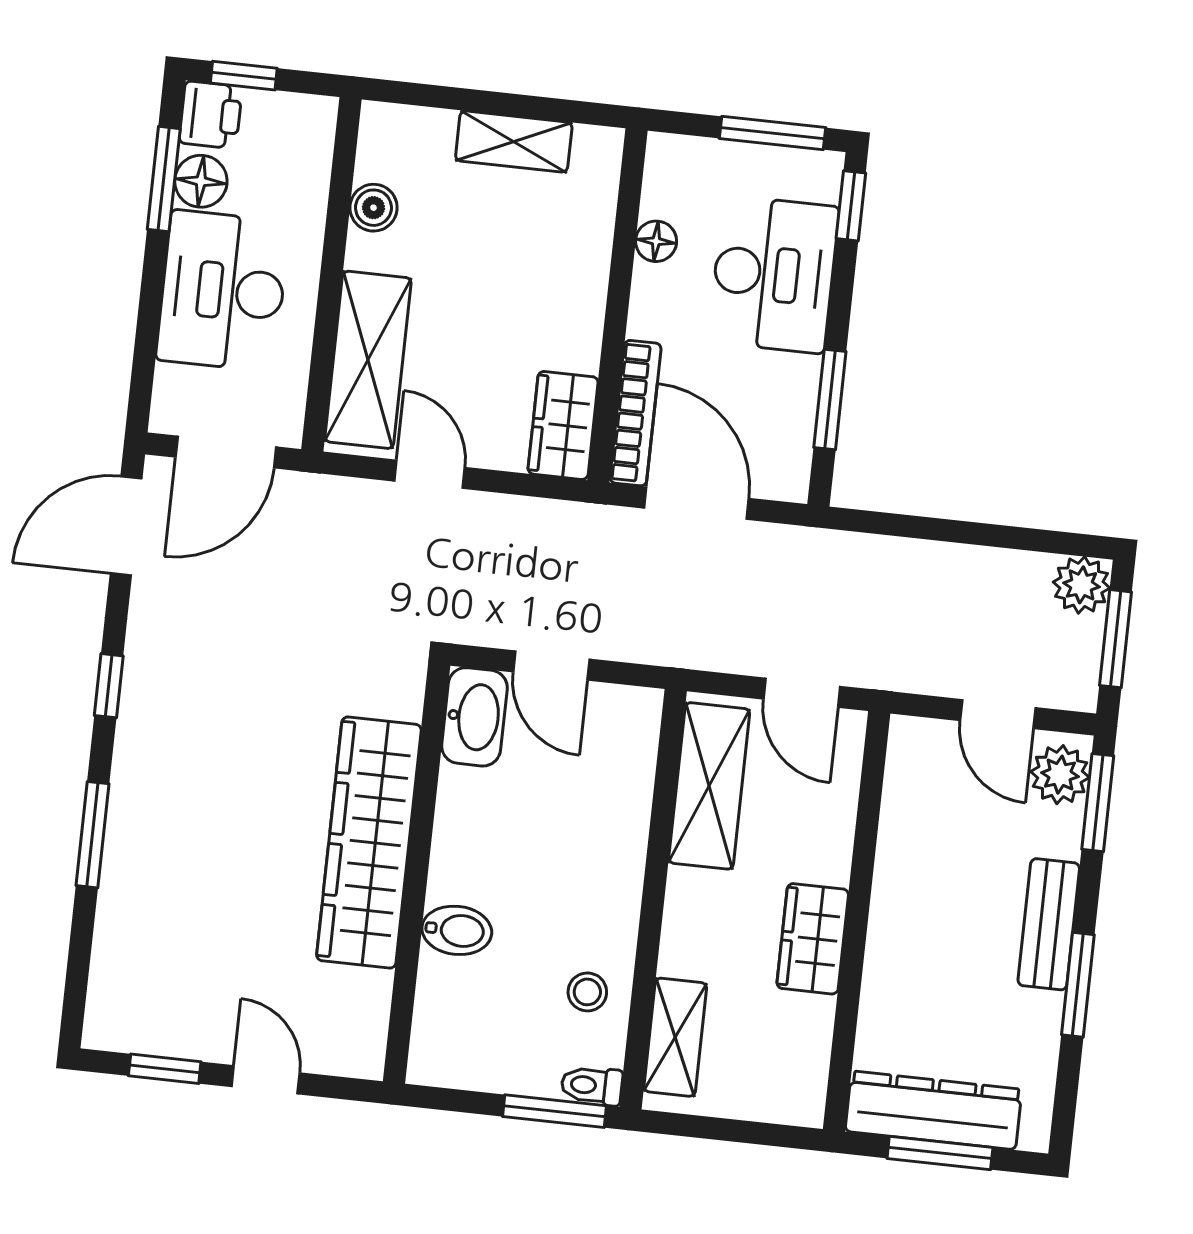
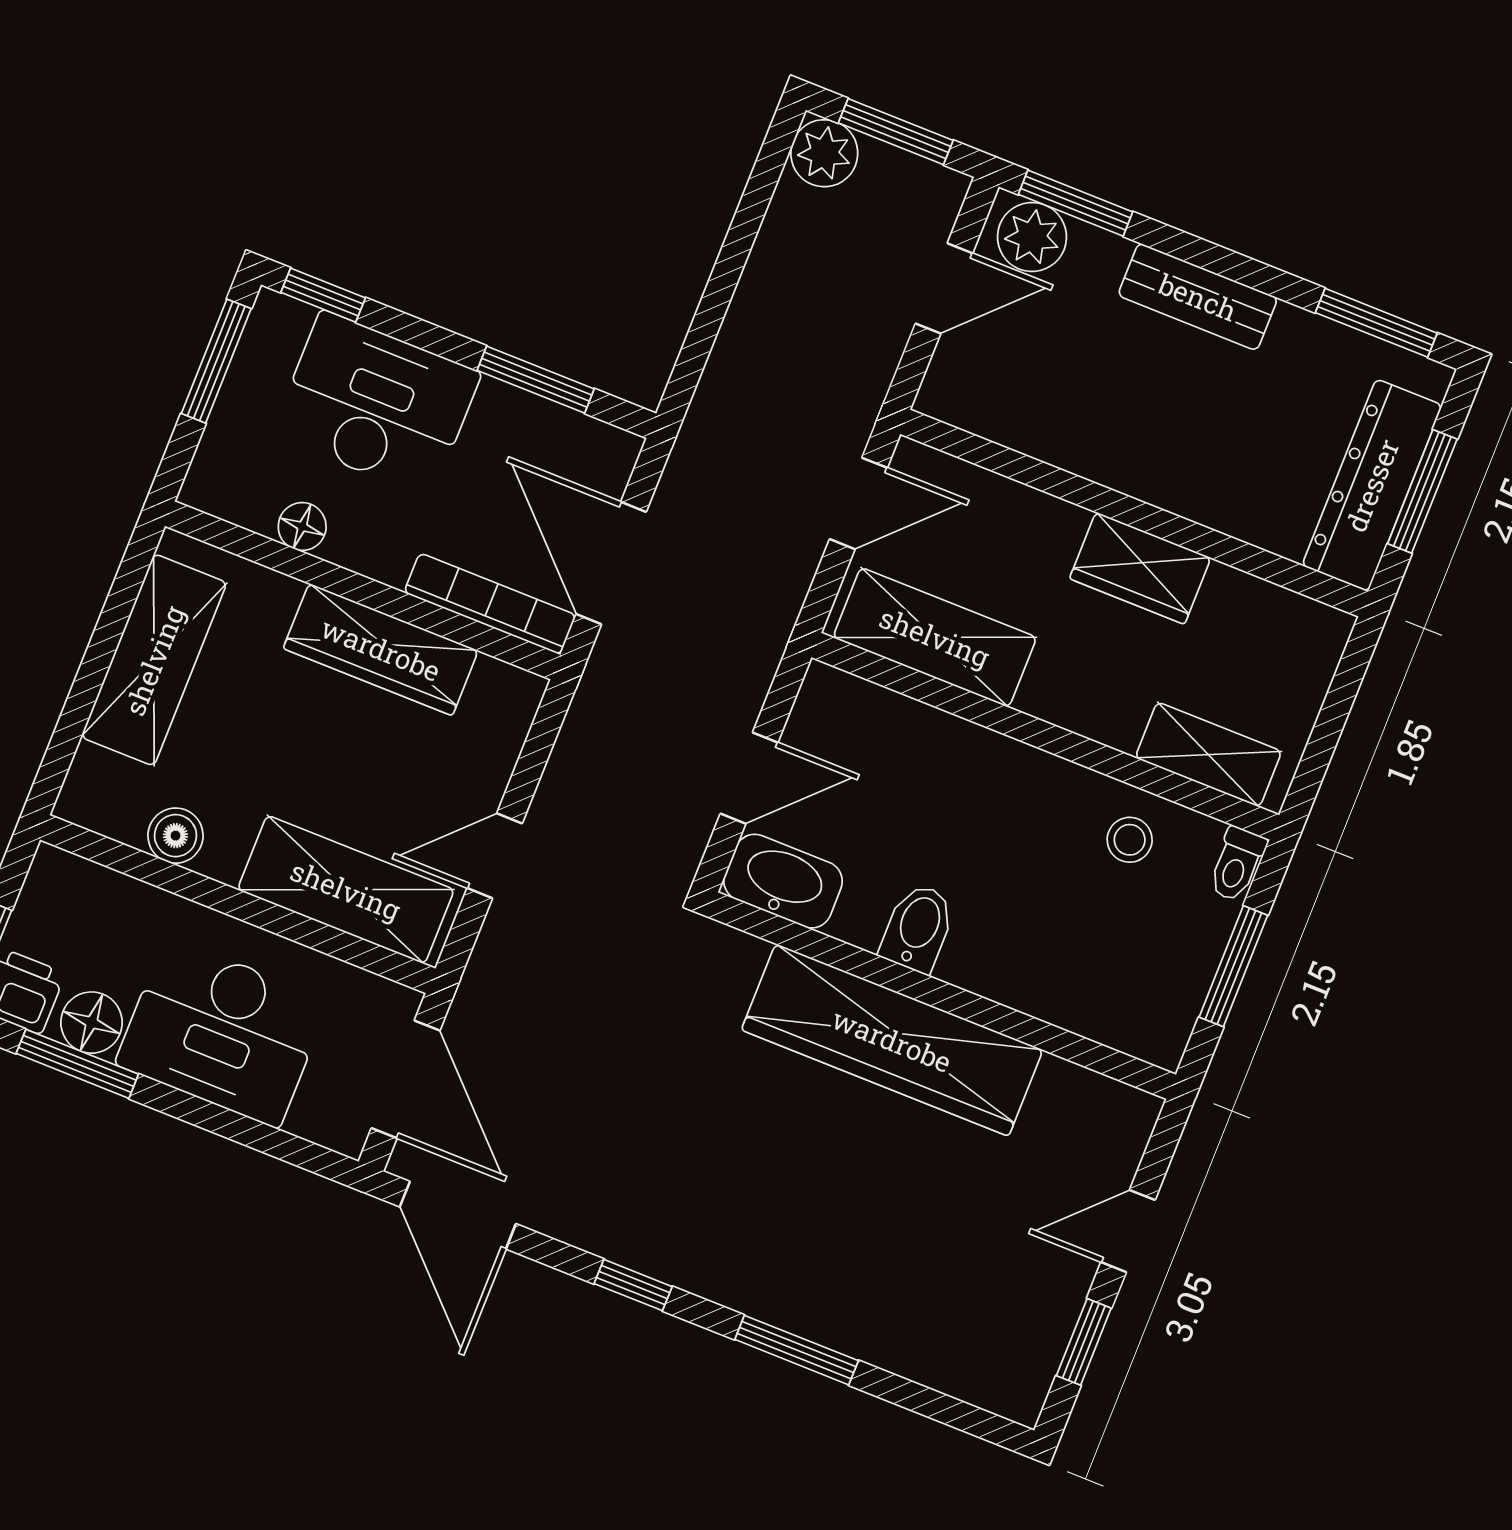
shelving: (514, 142) -> (154, 660), width x1.50, depth x1.33
wardrobe: (563, 425) -> (381, 649), moved, width x1.50
door: (697, 503) -> (611, 563), hinge flipped
bidet: (457, 930) -> (918, 928), moved
window: (1078, 985) -> (1376, 323), moved
window: (555, 1111) -> (1233, 966), moved

